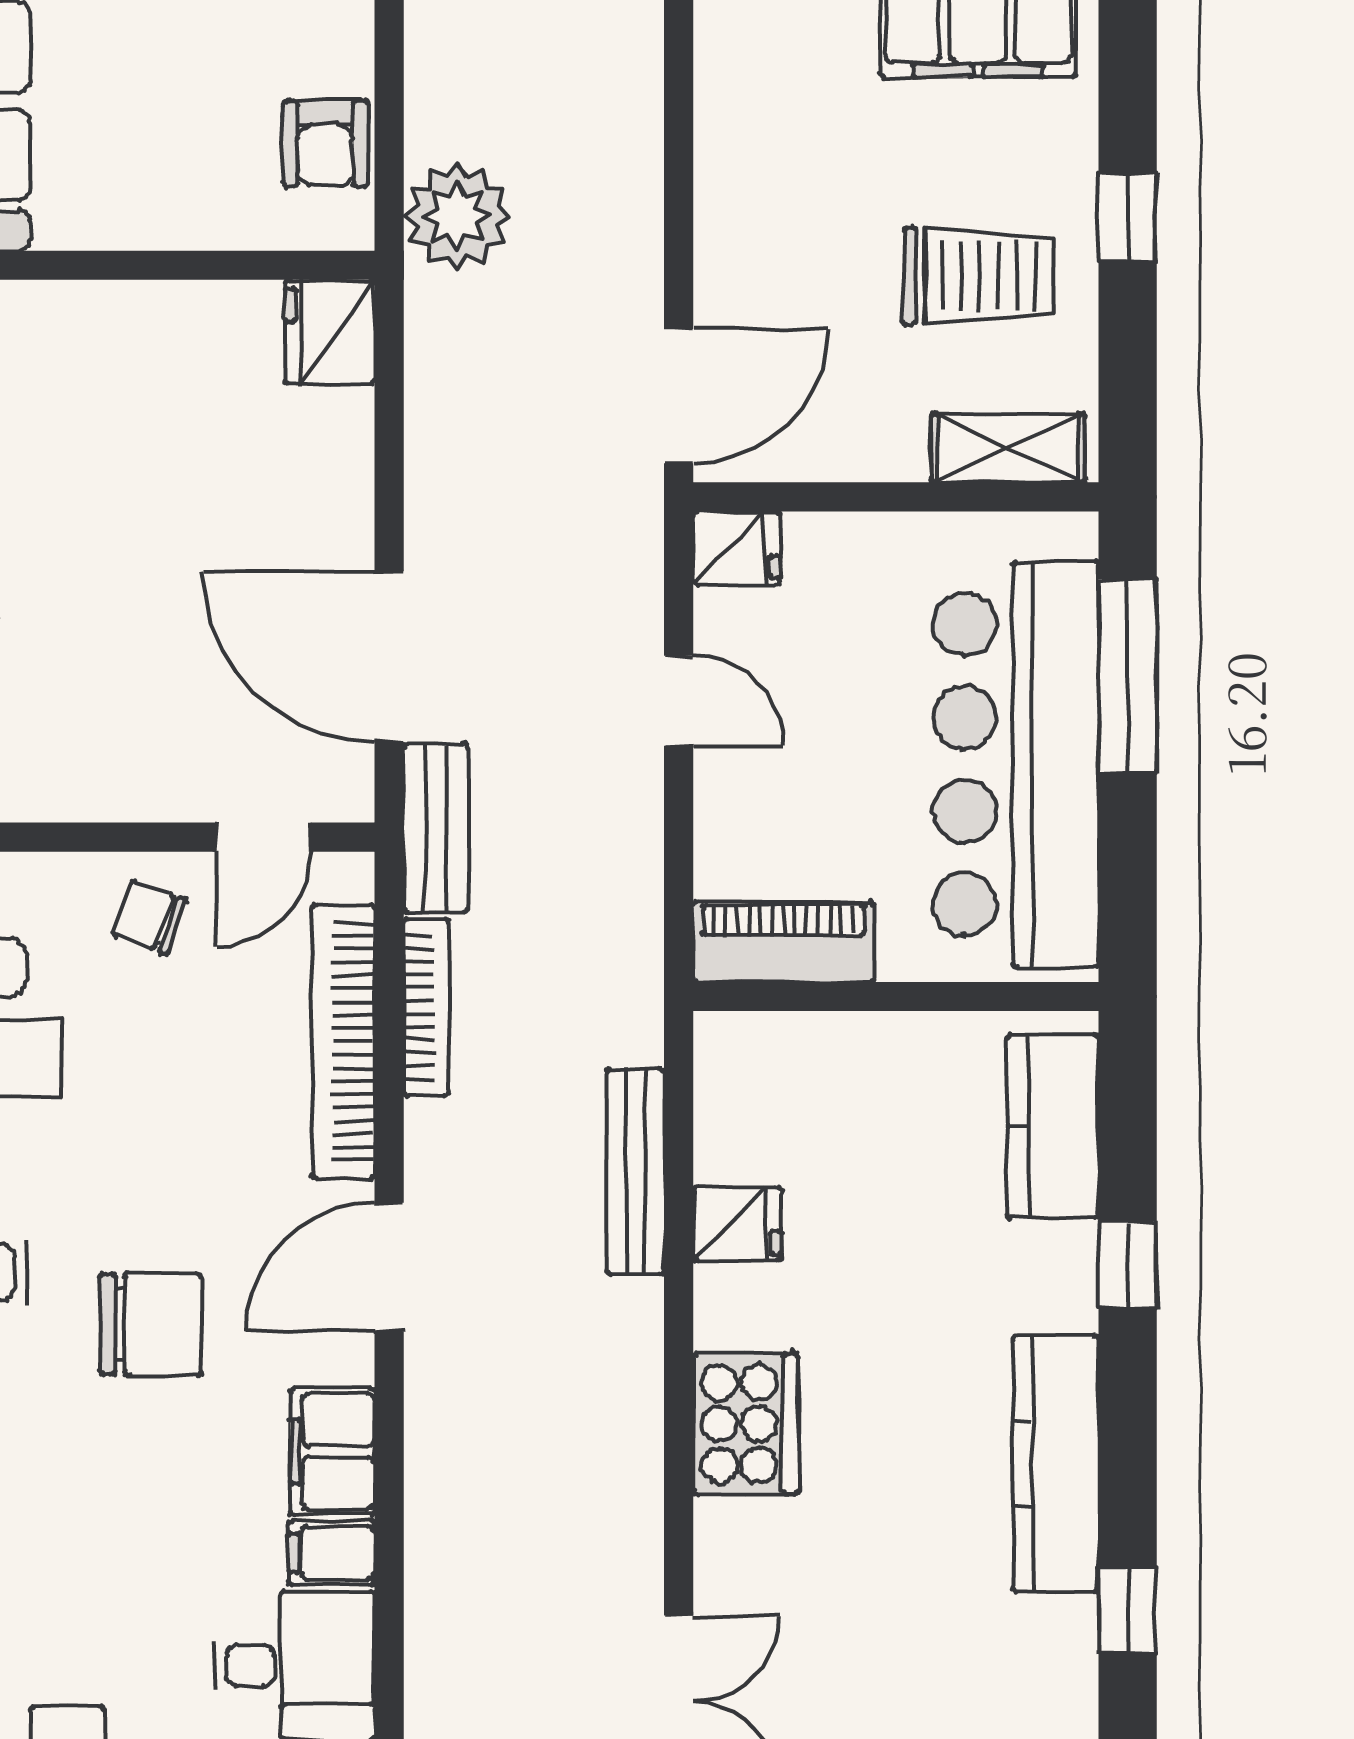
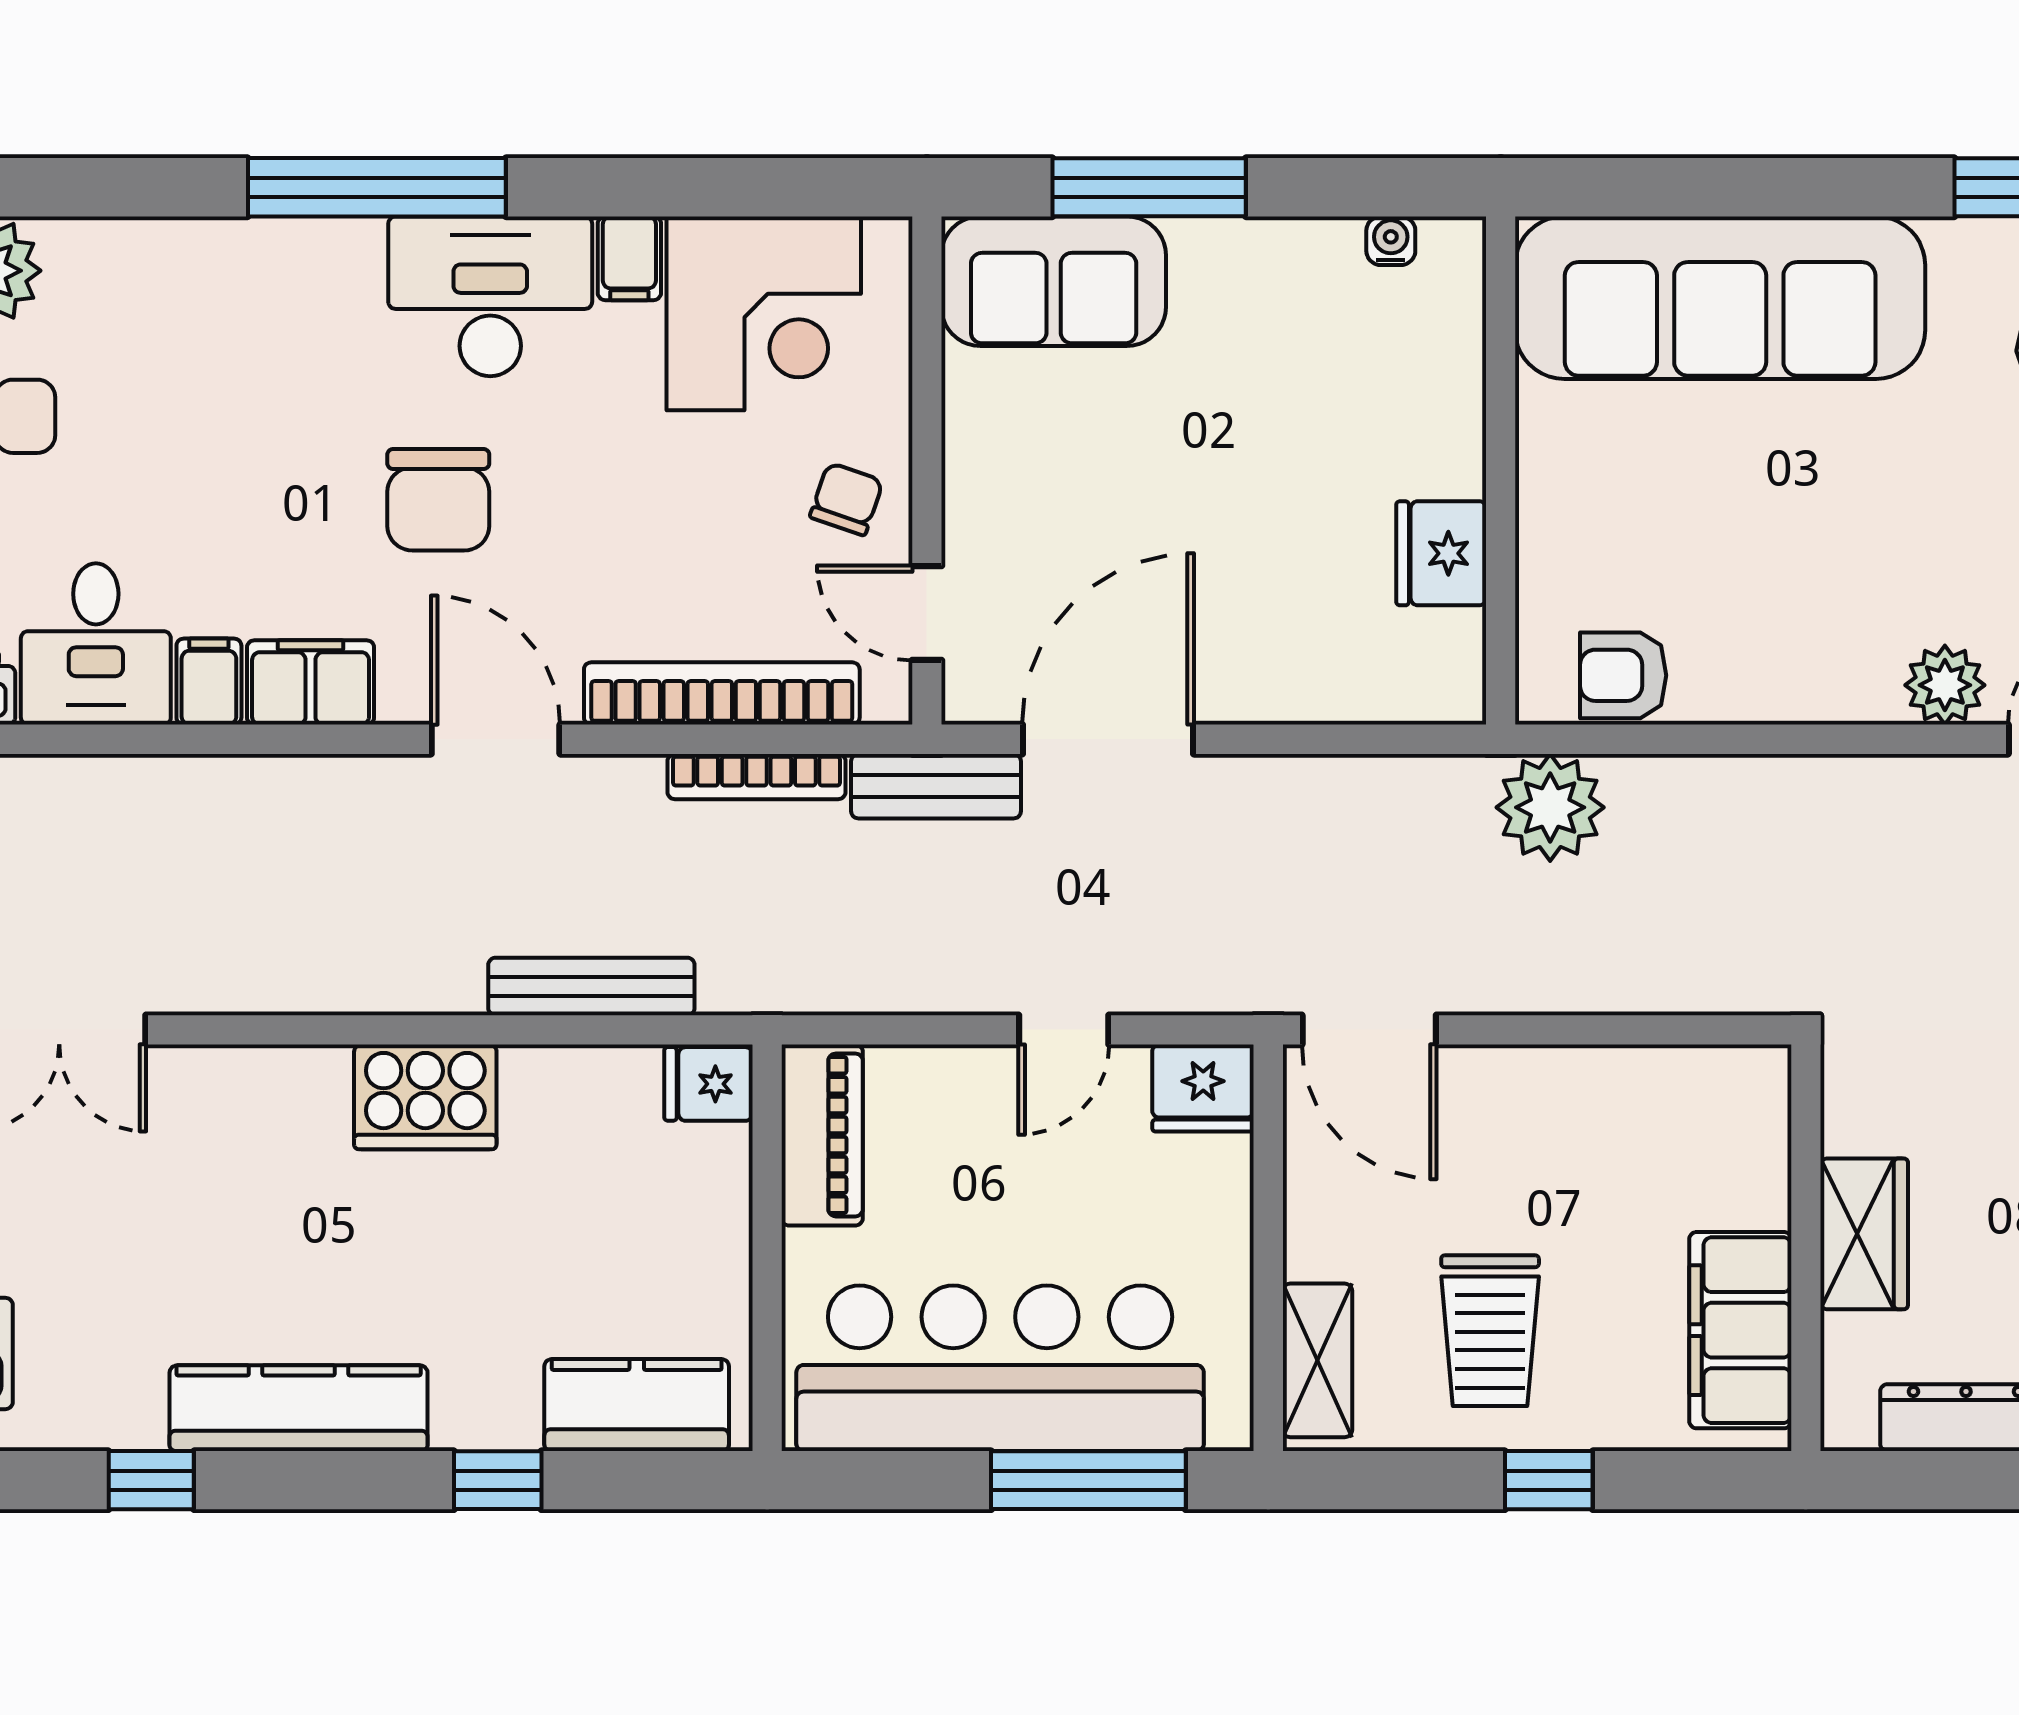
fridge: (330, 332) -> (1441, 553), moved, turned -90
fridge: (737, 548) -> (1203, 1088), width x1.38
fridge: (737, 1224) -> (708, 1084), moved, turned 90
cooker: (746, 1424) -> (425, 1097), moved

